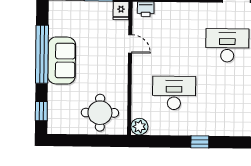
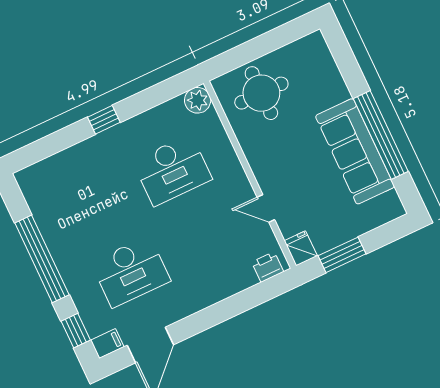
sofa: (62, 60) -> (355, 151), width x1.36
window: (41, 111) -> (344, 56), removed

